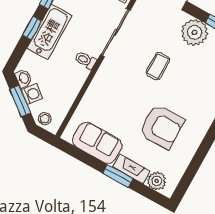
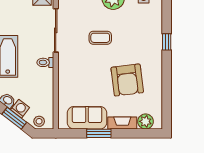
coffee table: (158, 66) -> (100, 38), turned 90
armchair: (162, 127) -> (127, 80), turned 83
window: (118, 176) -> (99, 133), moved

